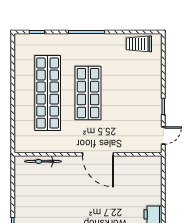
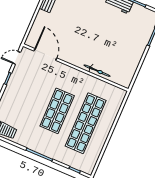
door: (98, 154) -> (45, 55), moved
bicycle: (43, 161) -> (97, 71), moved

